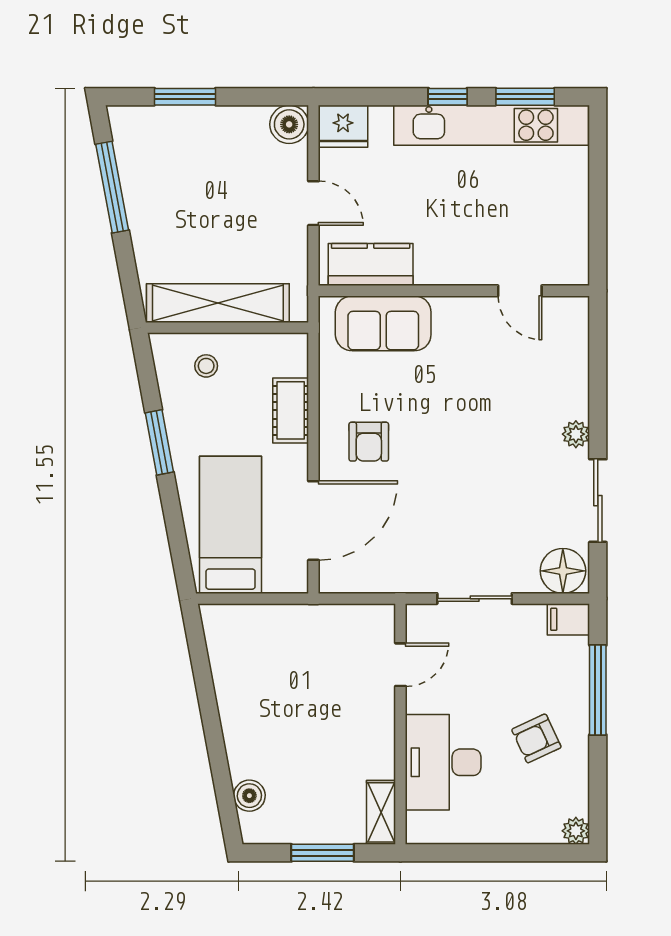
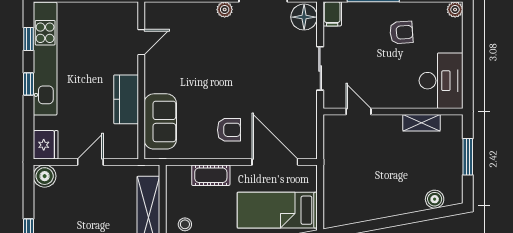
window: (525, 97) -> (29, 39), width x0.67
kitchen counter: (371, 265) -> (126, 99), moved
armchair: (536, 738) -> (401, 32), turned -69
desk: (443, 762) -> (441, 81), moved, turned -90
shelving: (381, 812) -> (422, 123), moved

